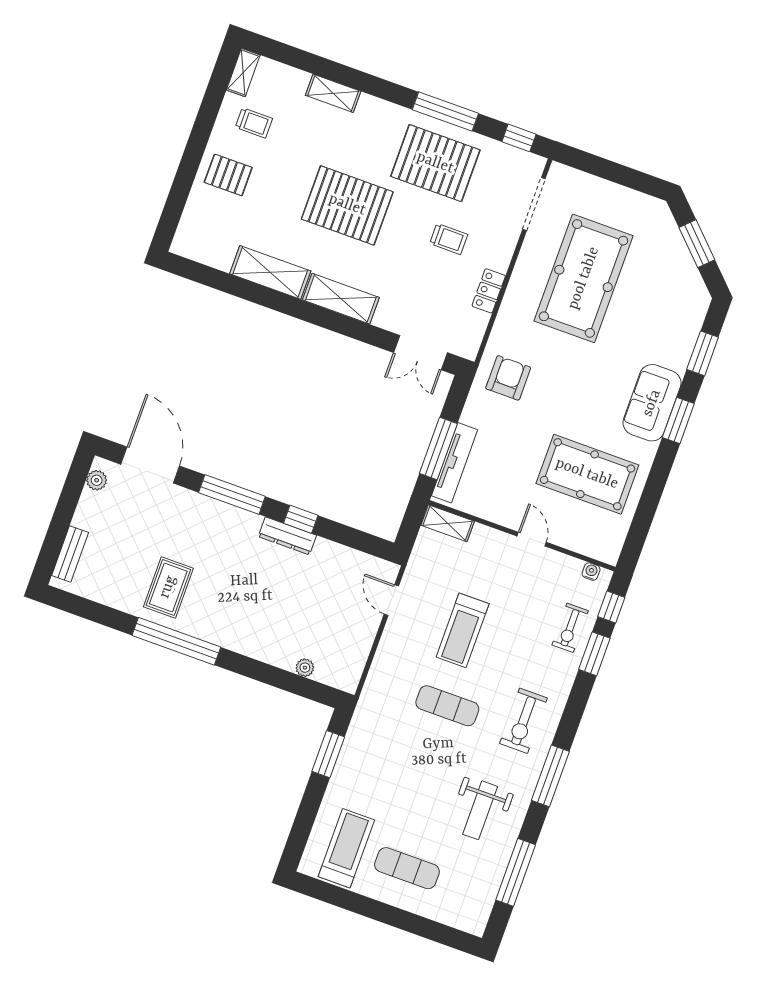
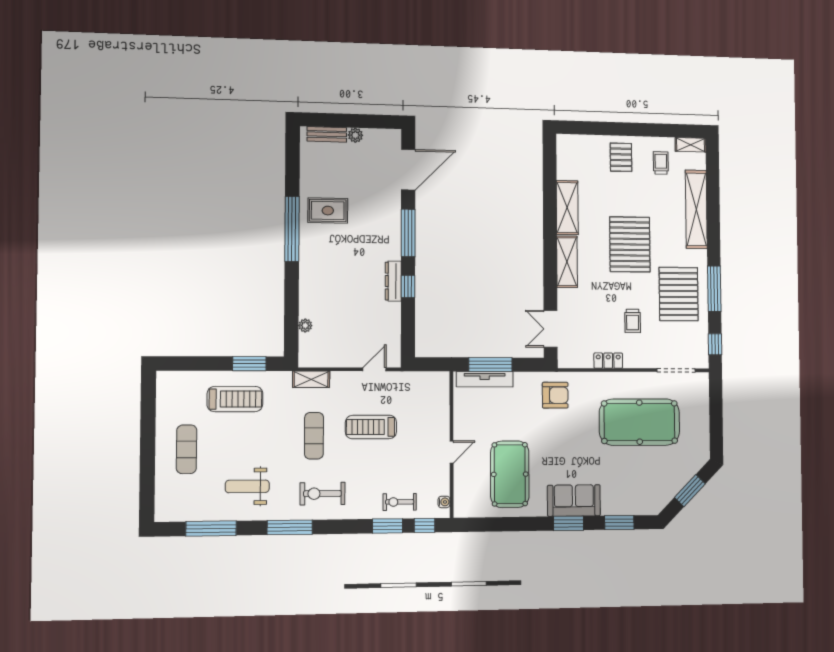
shelving: (333, 93) -> (696, 209), width x2.20, depth x1.33
trolley: (254, 123) -> (661, 163), turned 180
plant: (97, 480) -> (355, 135), moved
shelving: (448, 523) -> (311, 379), moved, turned 90
treadmill: (346, 848) -> (235, 399), moved

